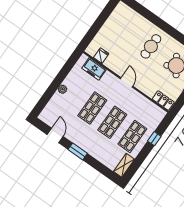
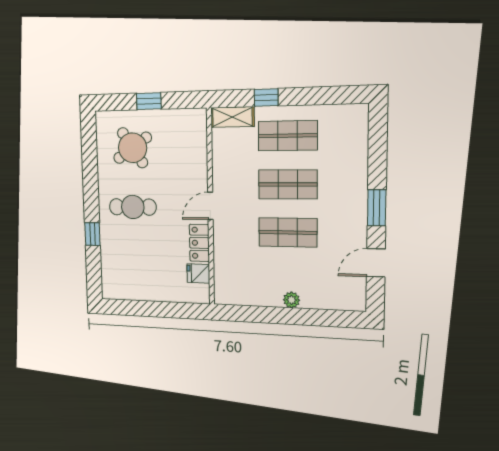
window: (152, 18) -> (92, 234), added
freezer: (94, 69) -> (226, 271), removed
locker: (163, 101) -> (199, 243), moved
shelving: (124, 165) -> (232, 117), moved

